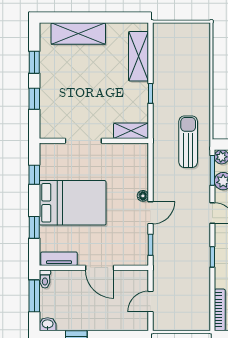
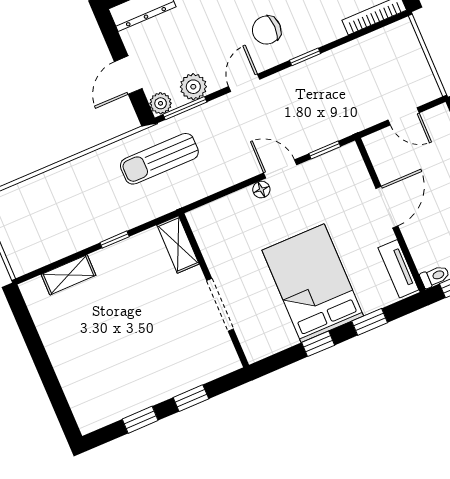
shelving: (78, 33) -> (74, 376), removed
shelving: (139, 56) -> (69, 275), width x0.67, depth x0.75
window: (34, 175) -> (318, 344), moved

